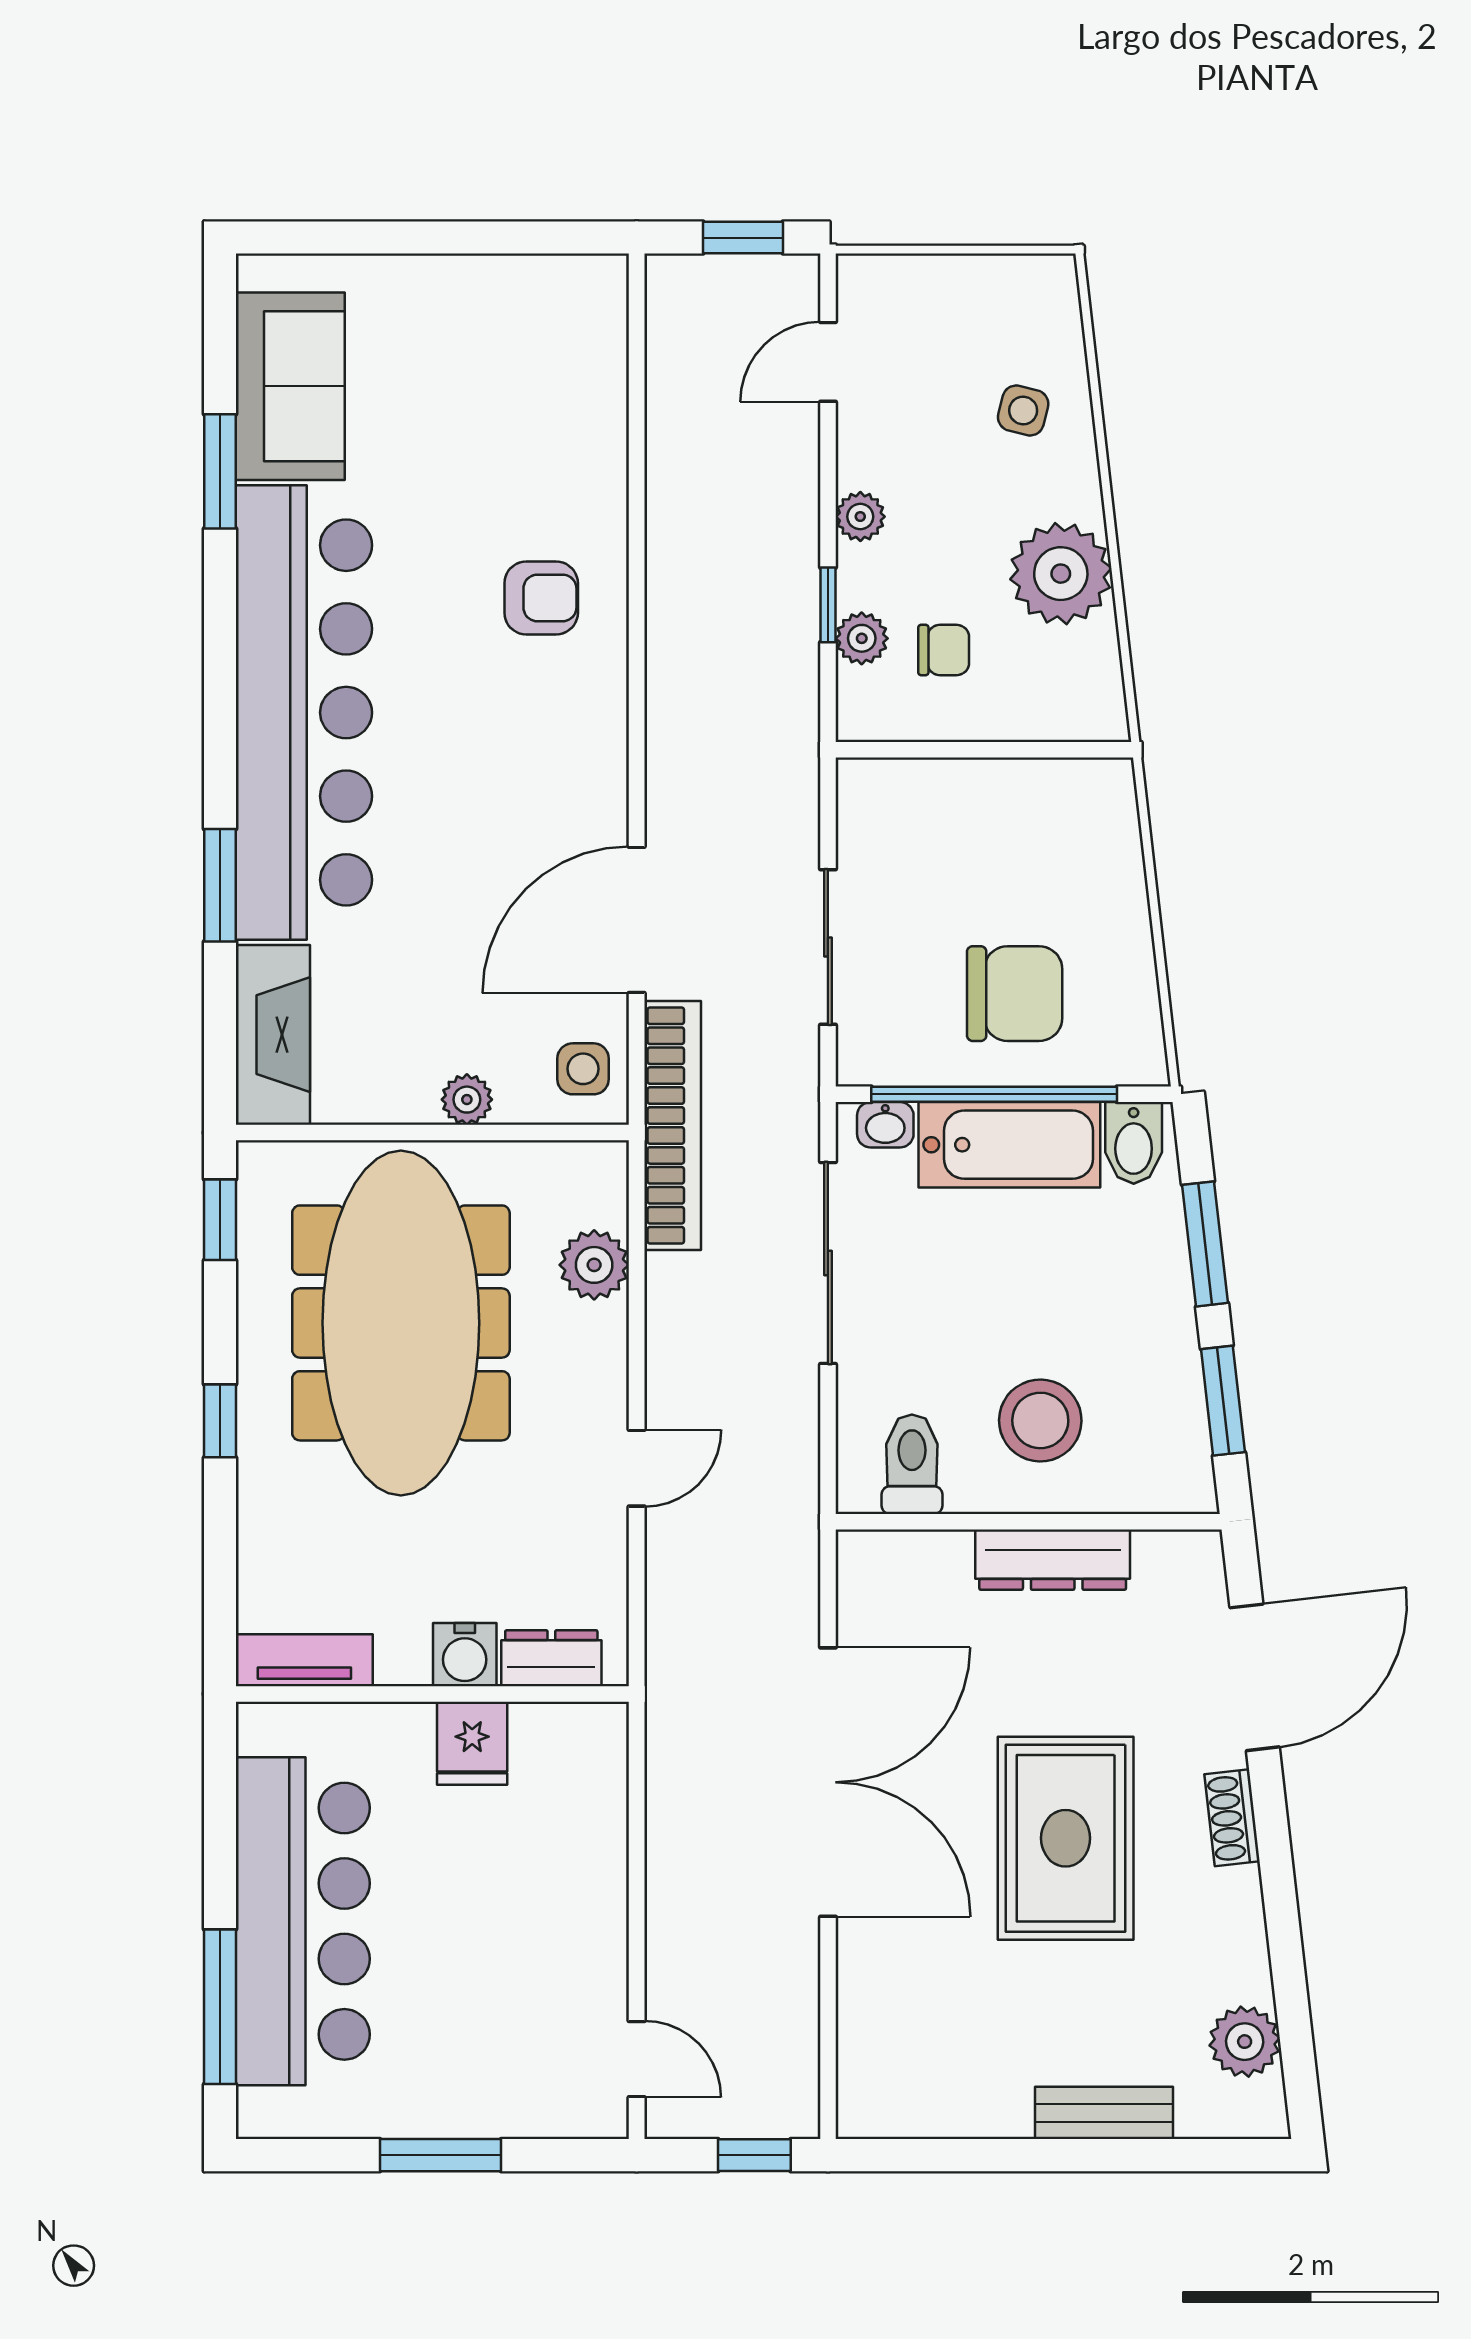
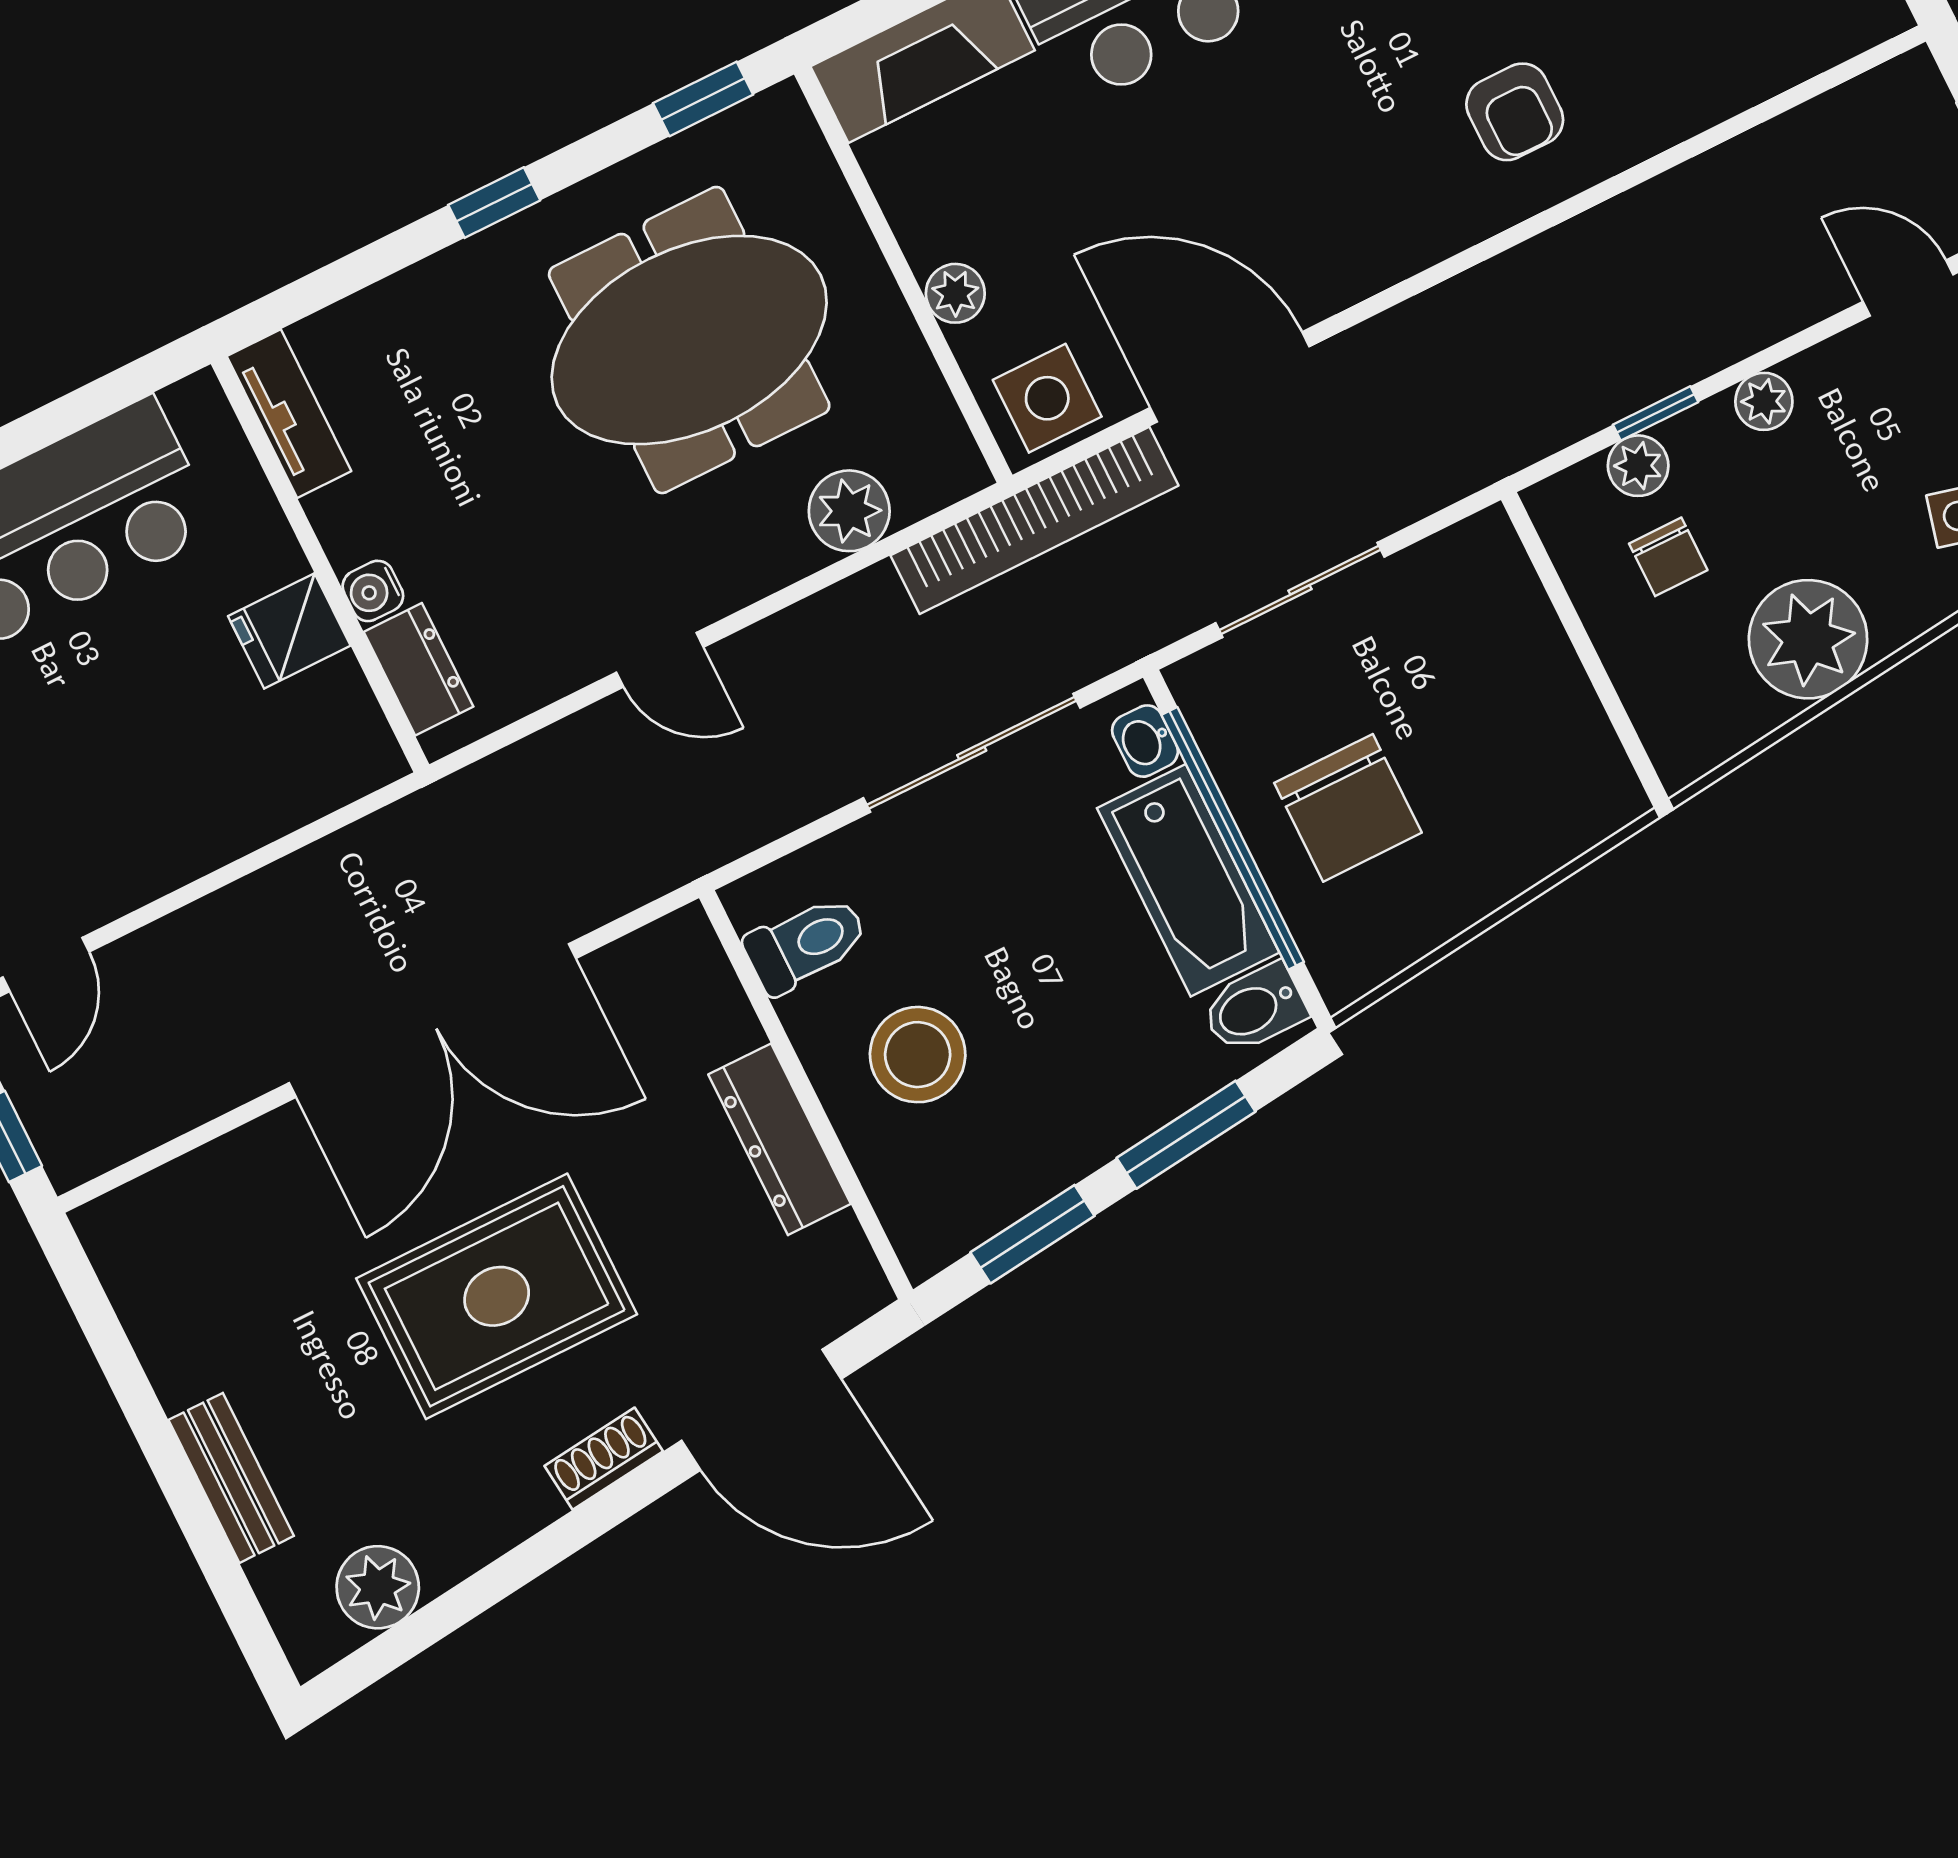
side table: (583, 1069) -> (1047, 398), width x1.37, depth x1.37
meeting table: (401, 1323) -> (689, 340), width x0.73
water cooler: (465, 1655) -> (373, 591), width x0.72, depth x0.72

